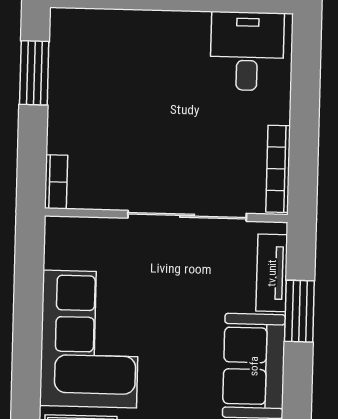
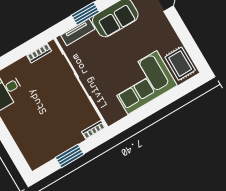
window: (34, 73) -> (70, 156), moved
bookcase: (278, 169) -> (39, 53), width x0.64

